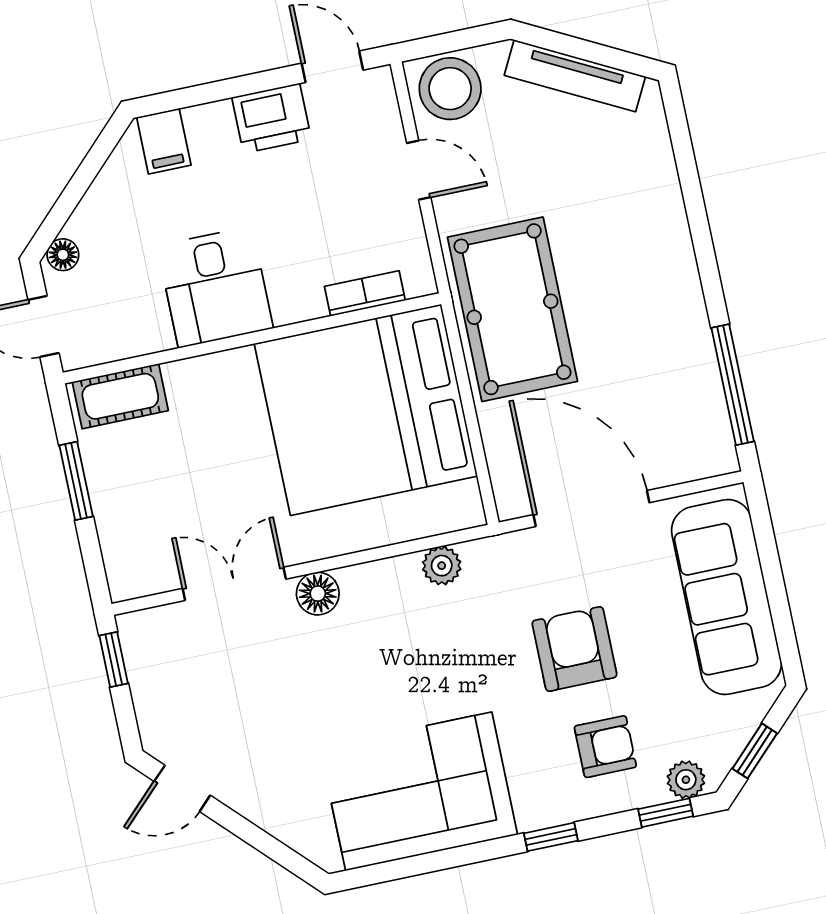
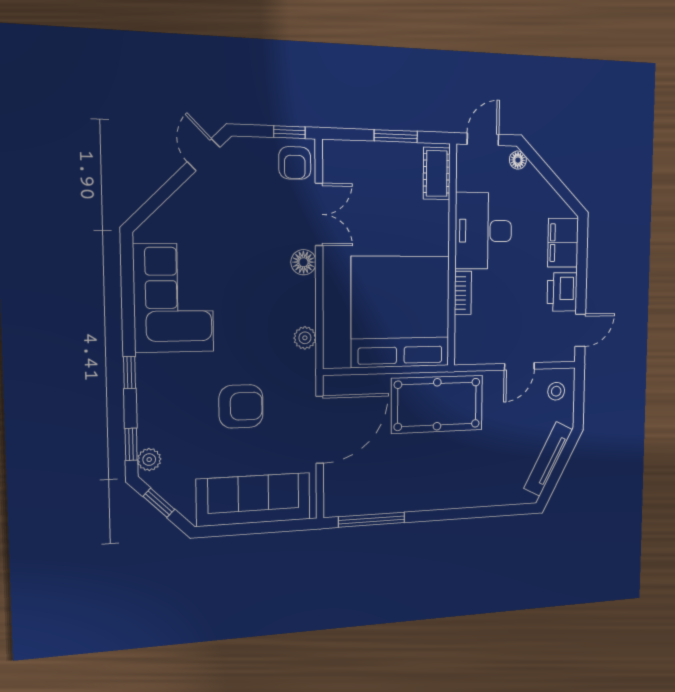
stool: (450, 89) -> (556, 391), width x0.53, depth x0.53
filing cabinet: (164, 141) -> (563, 243), width x2.00
desk: (215, 287) -> (483, 231), width x1.37
bookcase: (365, 293) -> (463, 293), moved
armchair: (605, 747) -> (295, 163), moved

